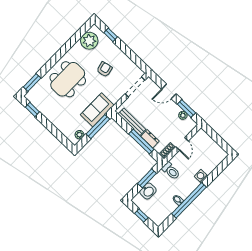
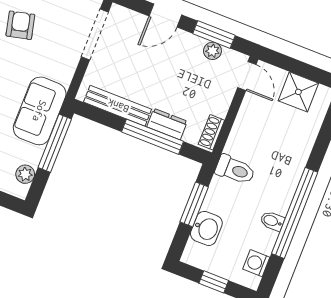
door: (182, 144) -> (247, 76), moved
shower: (213, 149) -> (298, 92), added
washing machine: (201, 176) -> (256, 263), moved

